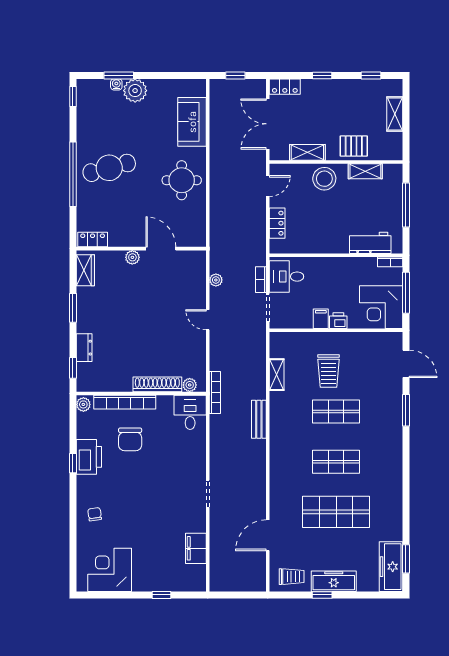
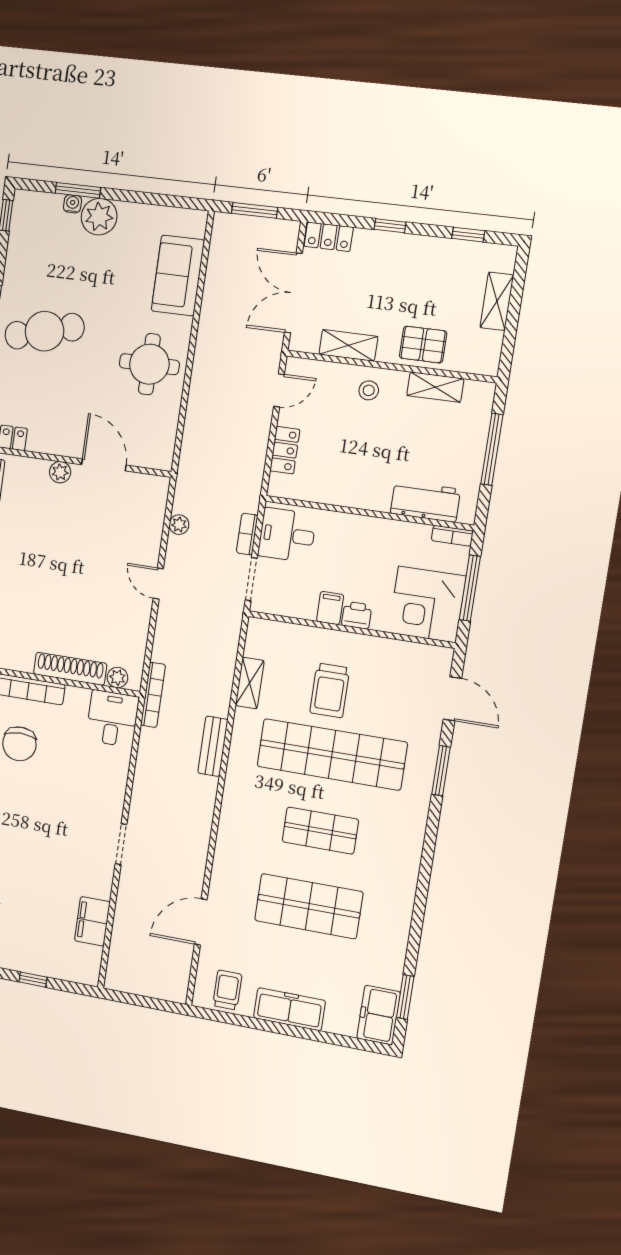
window: (235, 75) -> (255, 210), width x1.50
stool: (324, 179) -> (369, 390), width x0.53, depth x0.53
shop shelf: (336, 412) -> (332, 754), width x2.00, depth x1.36
freezer: (391, 567) -> (379, 1015), width x0.71
trolley: (292, 577) -> (227, 990), turned -90
window: (322, 595) -> (269, 1026), removed

